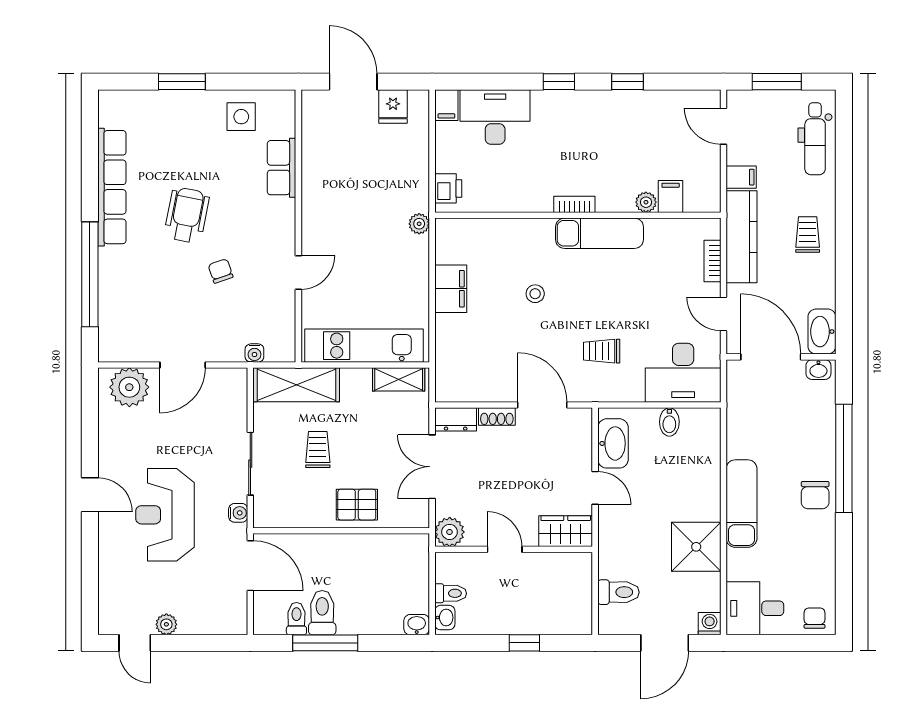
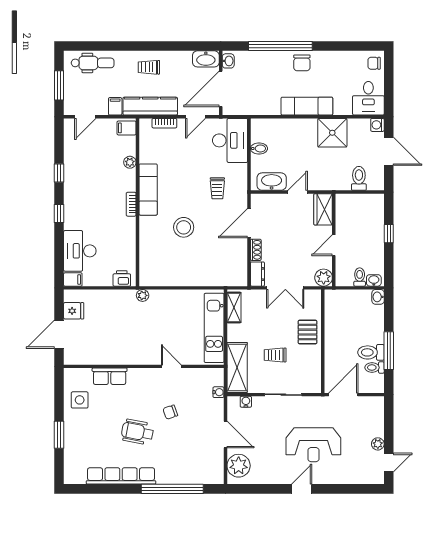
filing cabinet: (671, 196) -> (127, 128), moved
filing cabinet: (451, 289) -> (181, 277), removed
stool: (535, 294) -> (184, 227), width x1.89, depth x1.89
chair: (815, 495) -> (302, 63), turned 90
water cooler: (238, 513) -> (246, 402), moved

